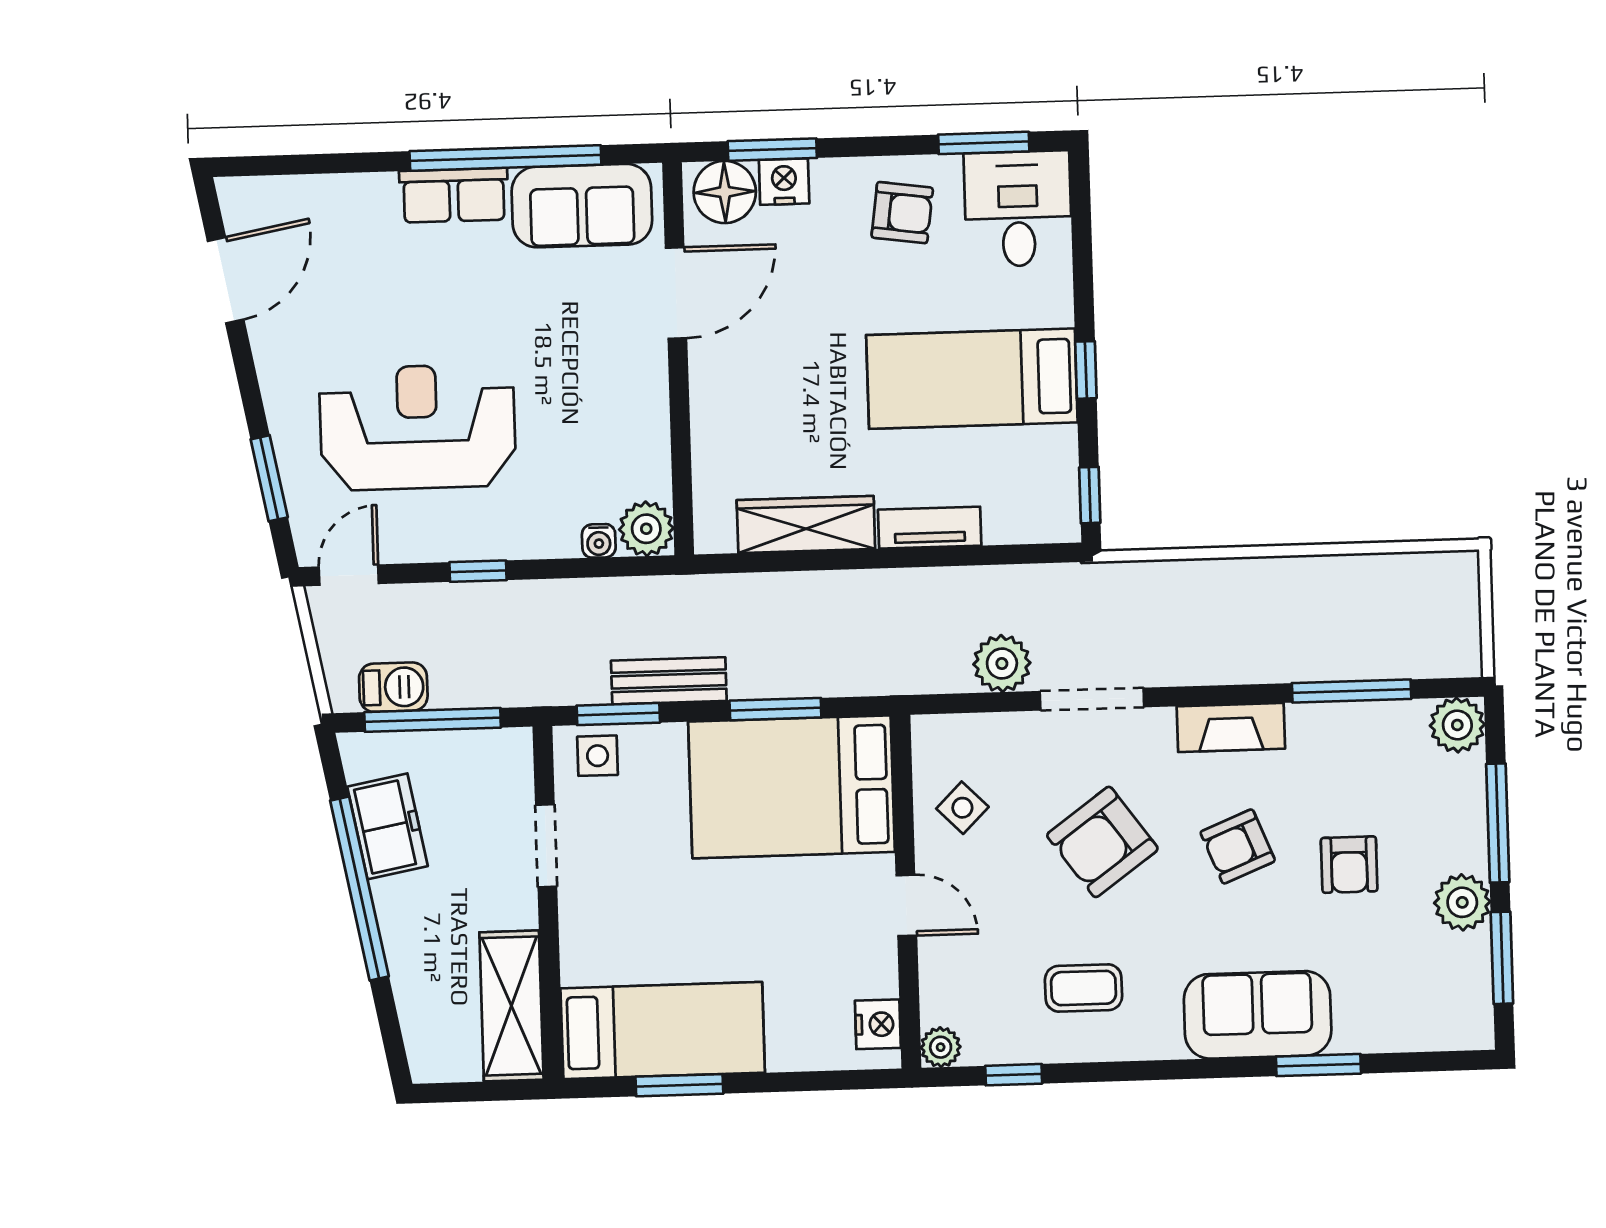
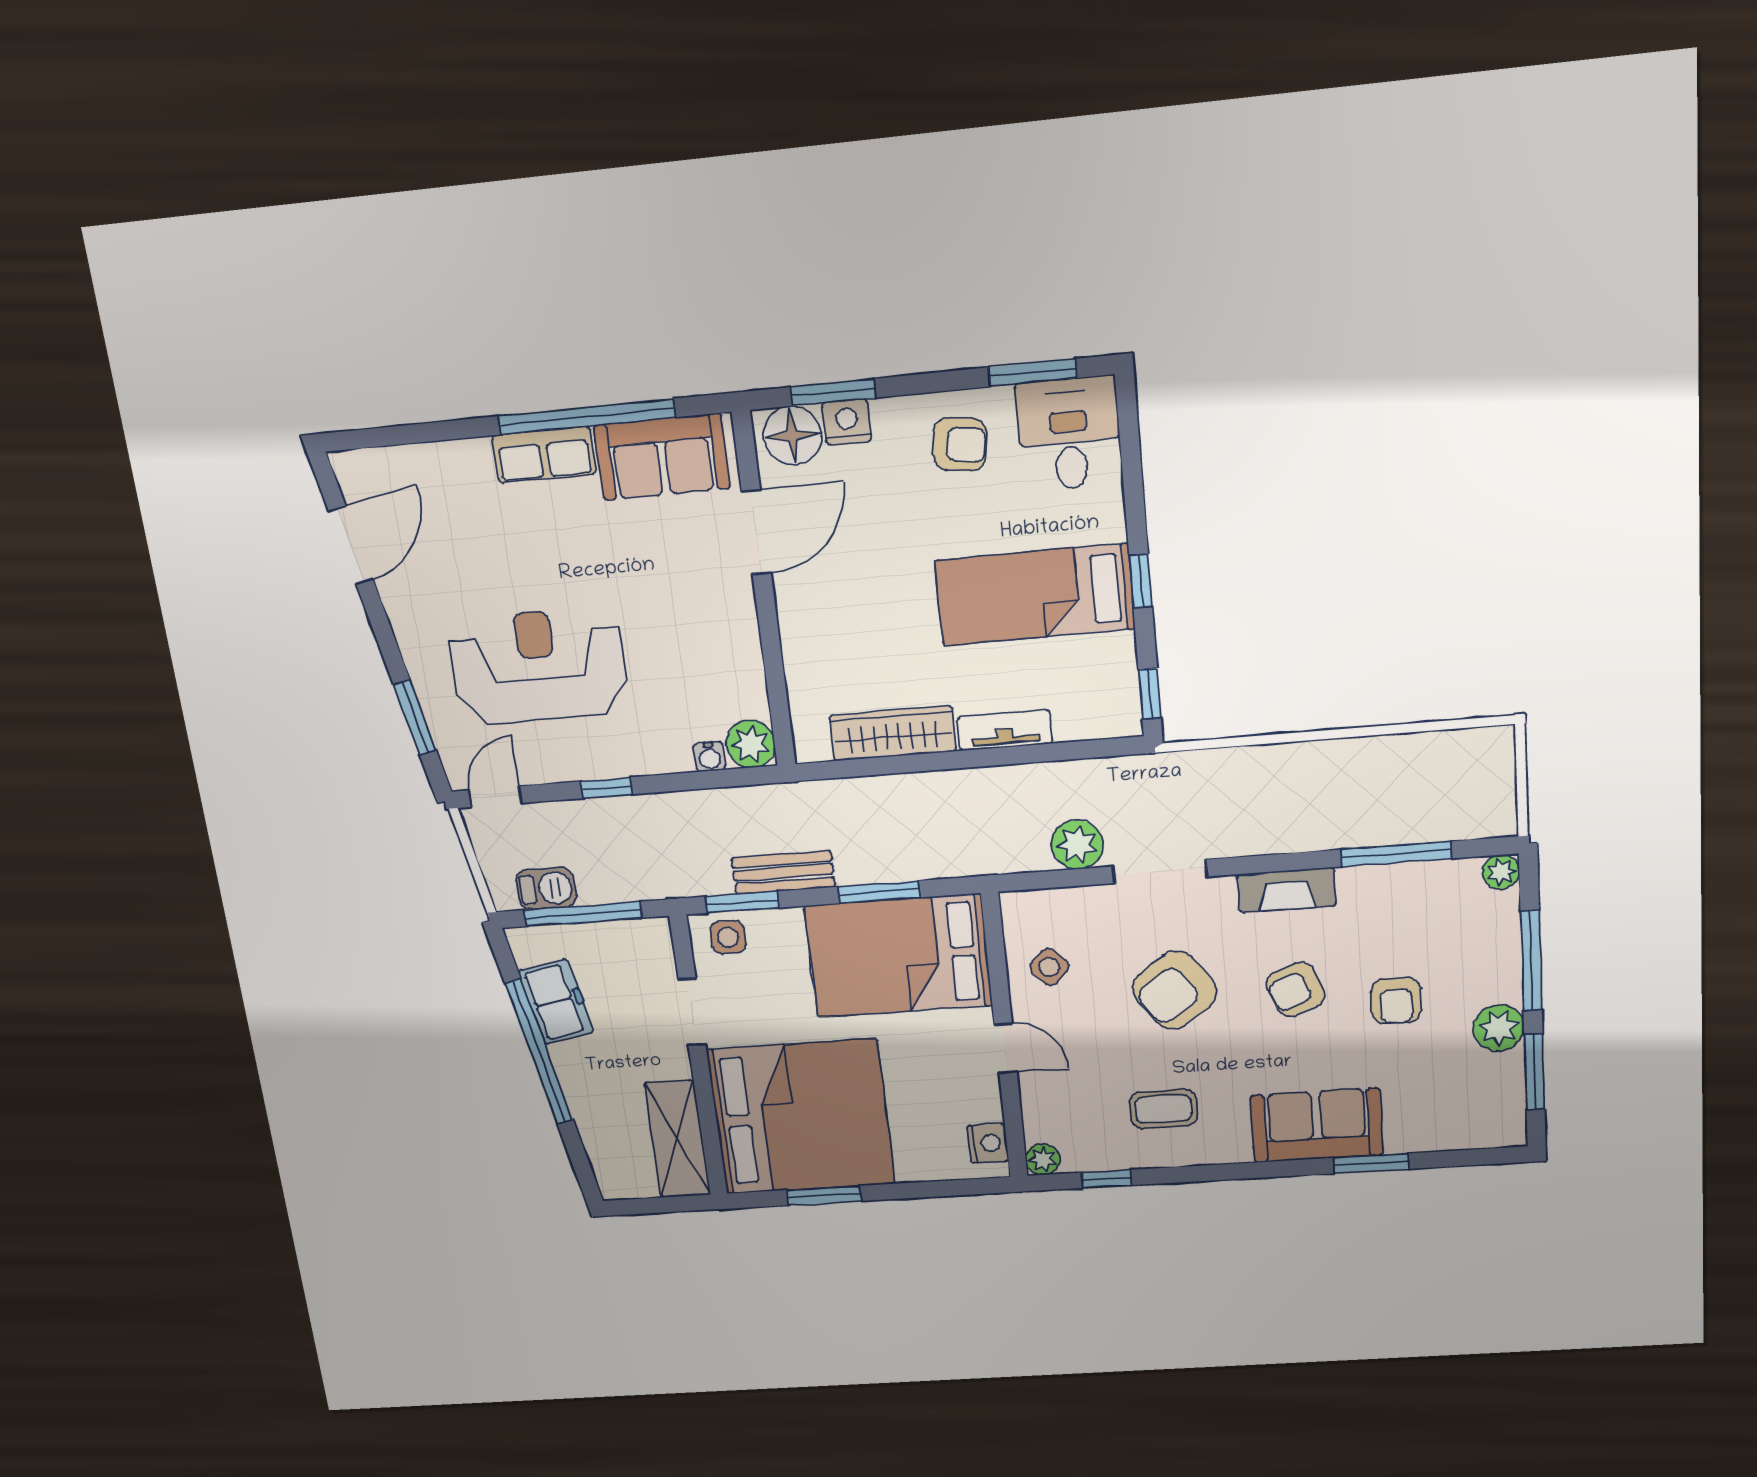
plant: (1457, 725) -> (1501, 872), width x0.73, depth x0.73
bed: (663, 1030) -> (801, 1117), width x2.04

